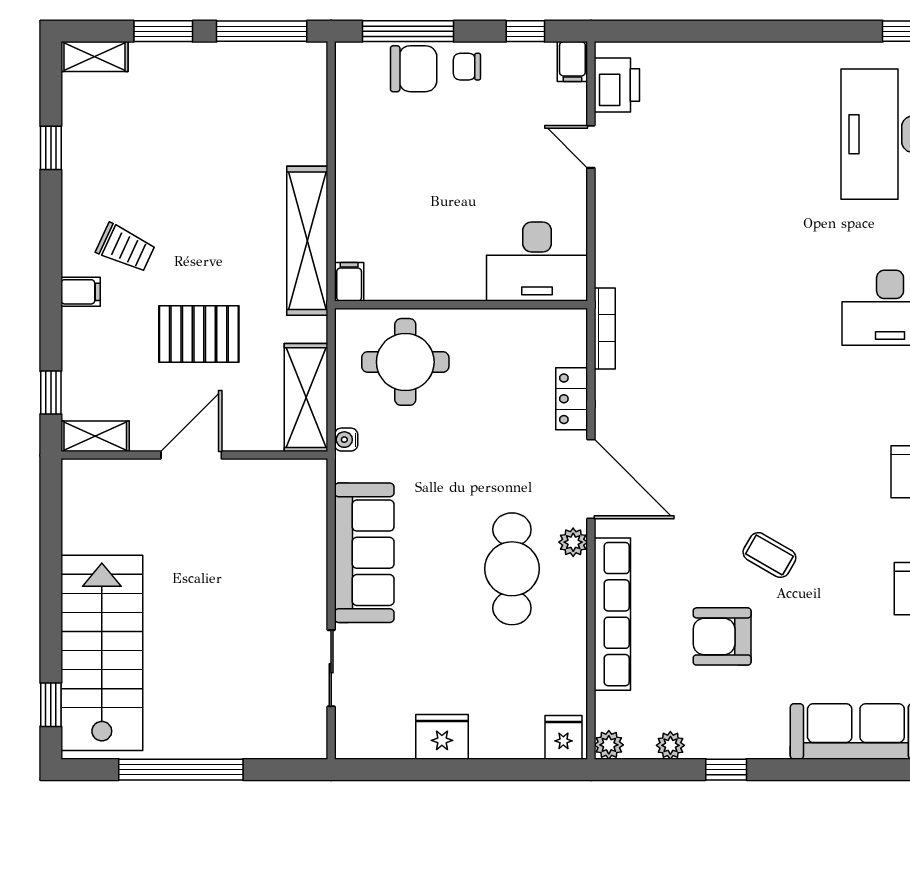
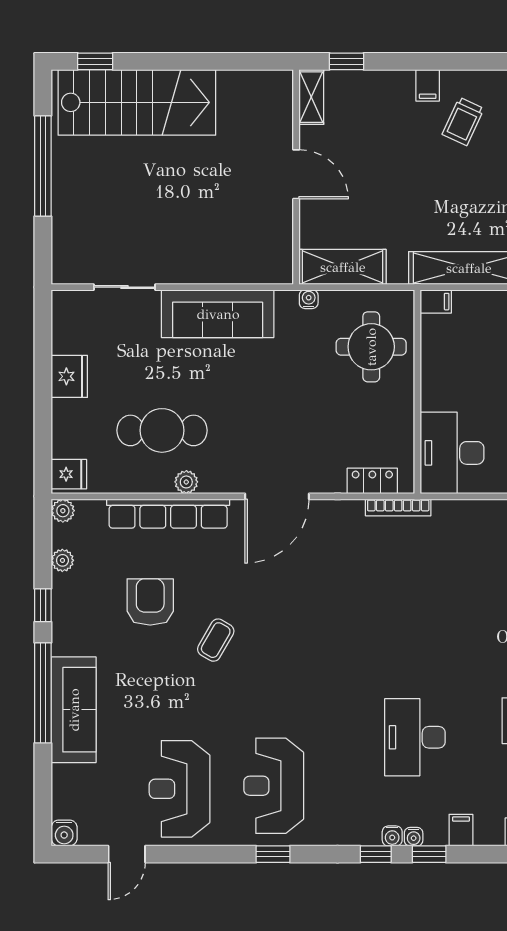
pallet: (199, 334) -> (394, 181), removed
locker: (572, 399) -> (372, 481), moved
plant: (573, 542) -> (186, 482), moved
cafe table: (512, 569) -> (162, 430), moved
window: (835, 770) -> (43, 693), added

